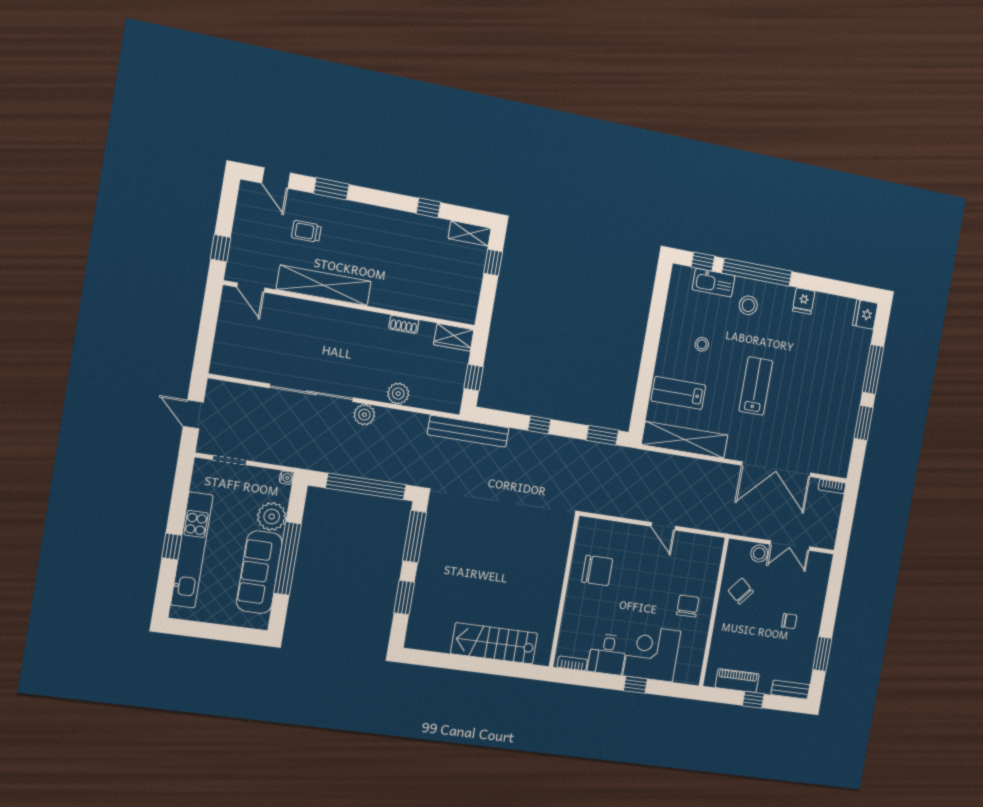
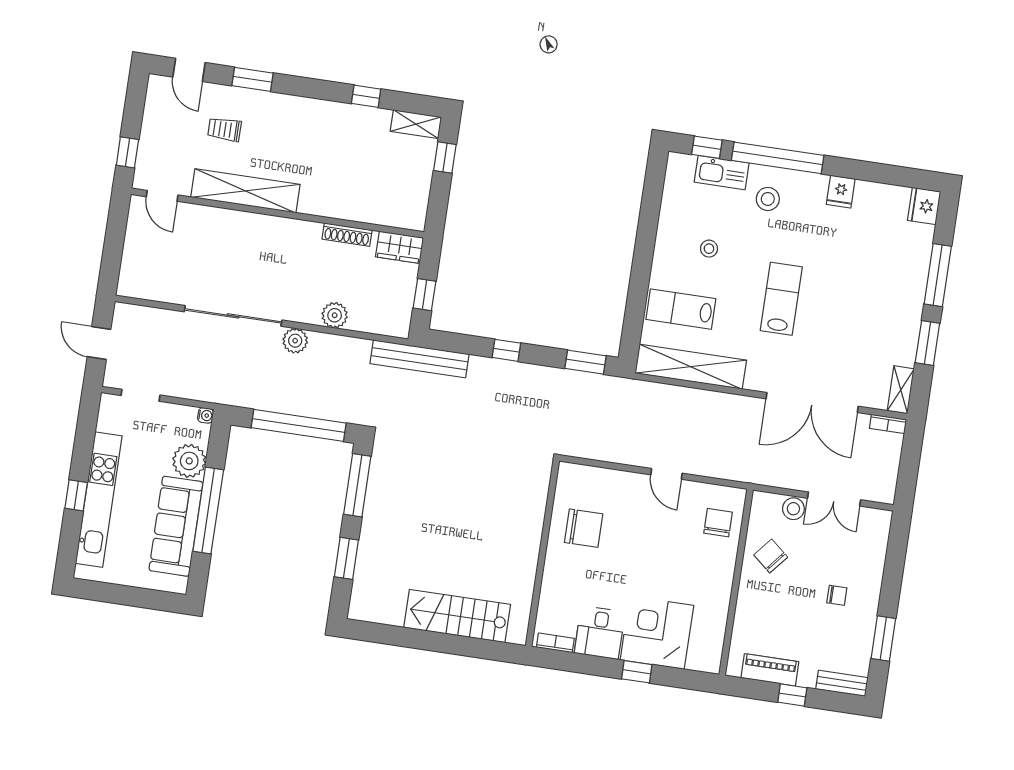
shoe rack: (404, 324) -> (347, 235), width x1.43
shelving: (842, 460) -> (901, 390), added
chair: (688, 606) -> (718, 523), moved

